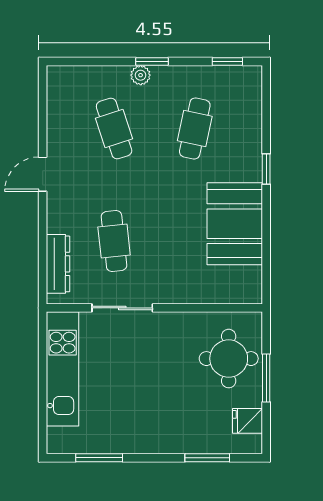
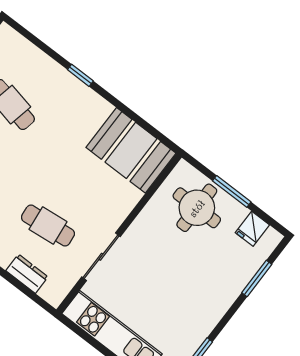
booth: (235, 224) -> (131, 150), moved
dresser: (58, 264) -> (27, 274), width x0.70

